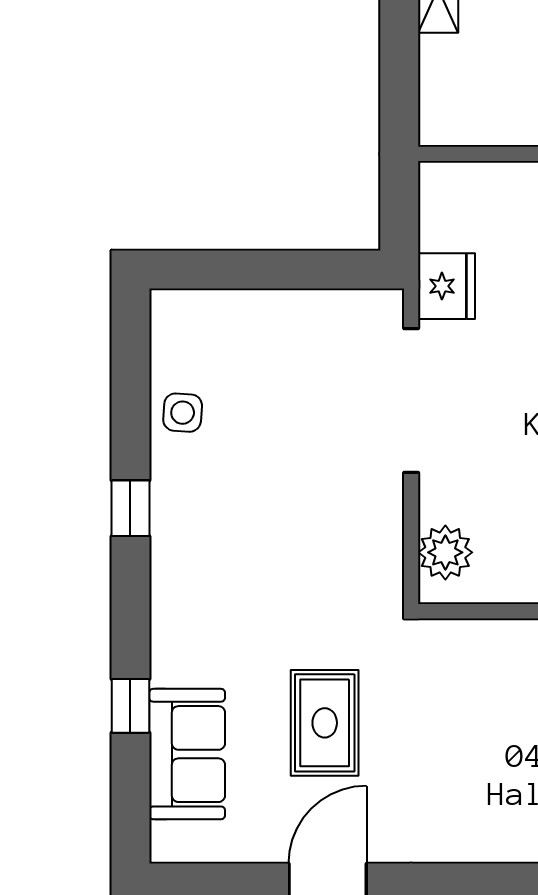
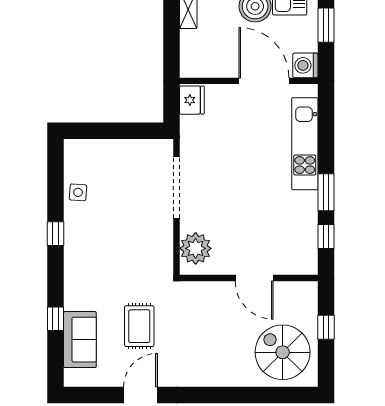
fridge: (447, 286) -> (192, 100), moved
plant: (445, 552) -> (196, 248), width x1.36, depth x1.36

